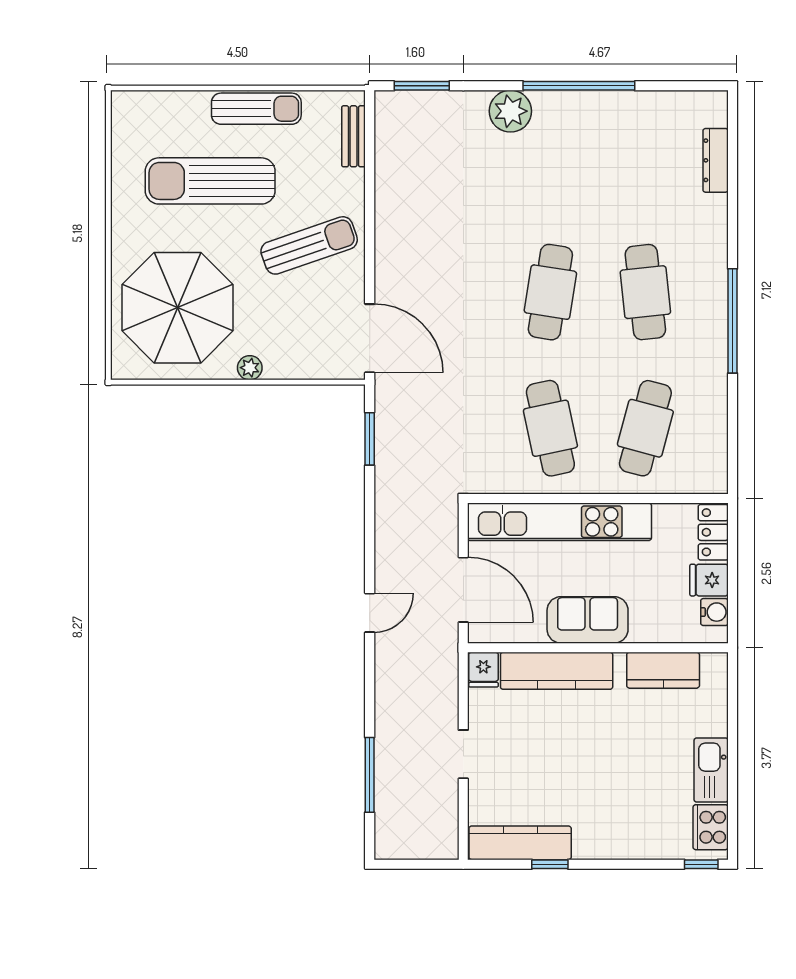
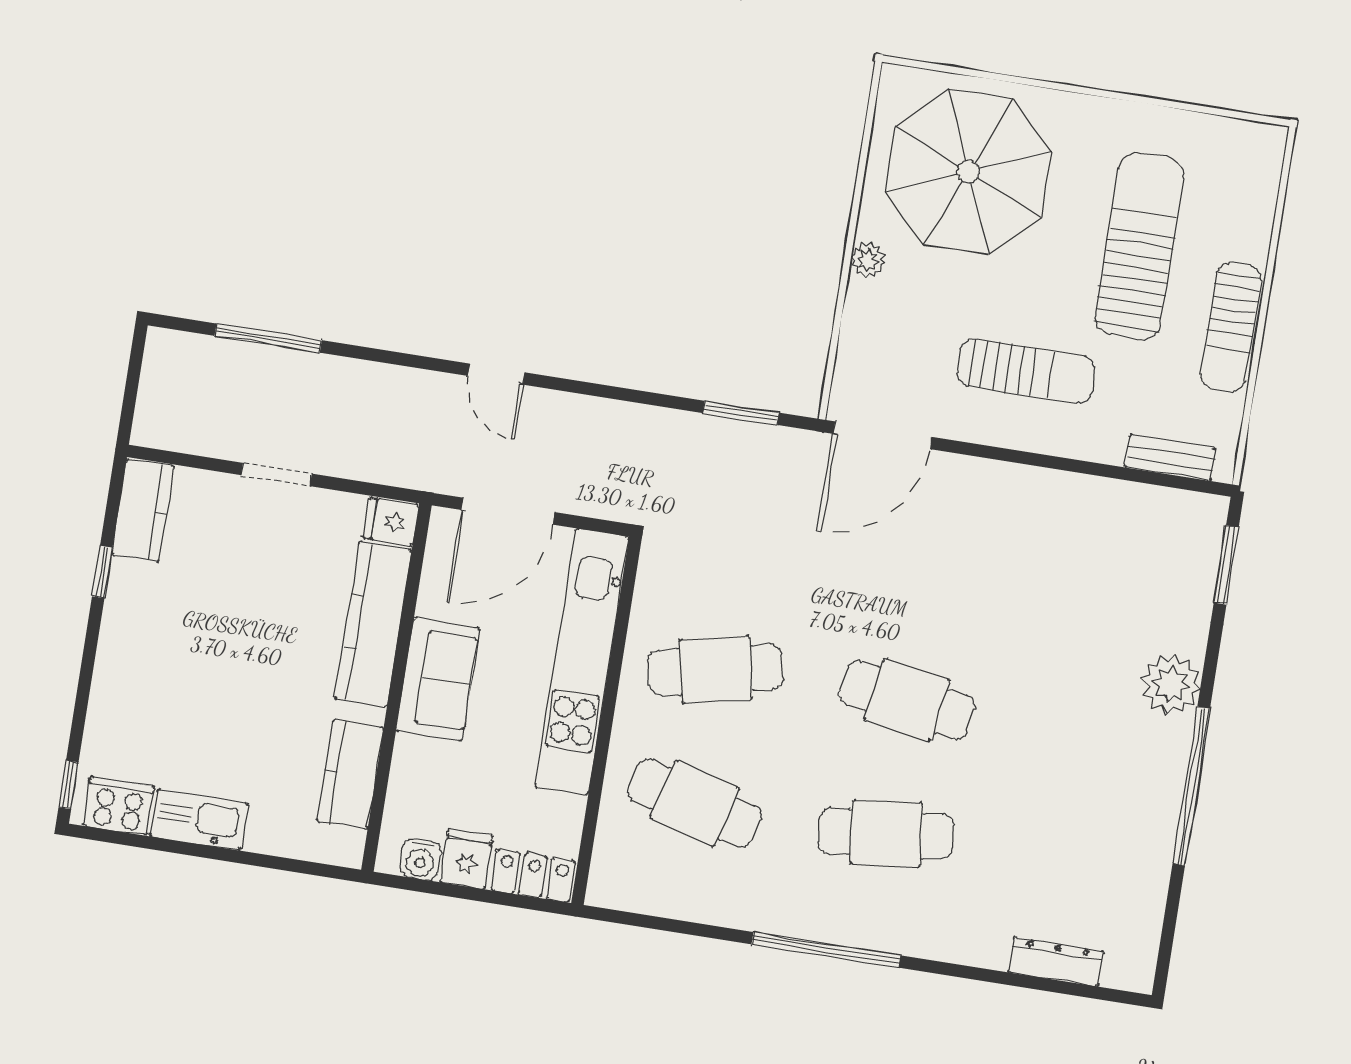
sun lounger: (309, 245) -> (1027, 371), turned -71
kitchen counter: (520, 843) -> (143, 511), width x0.67

